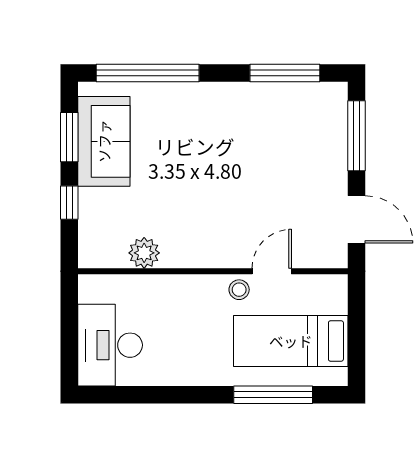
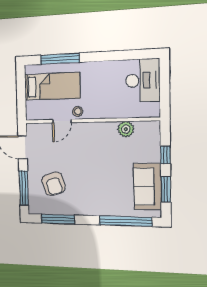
armchair: (293, 145) -> (54, 184), added

